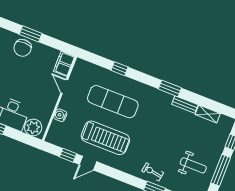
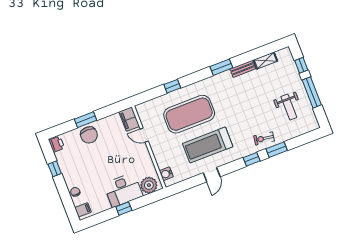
exercise mat: (113, 102) -> (189, 114), width x1.47
water cooler: (60, 115) -> (166, 174), moved
treadmill: (105, 138) -> (208, 145), turned 180
window: (68, 155) -> (252, 159), moved
weight bench: (193, 165) -> (289, 107), turned 90

